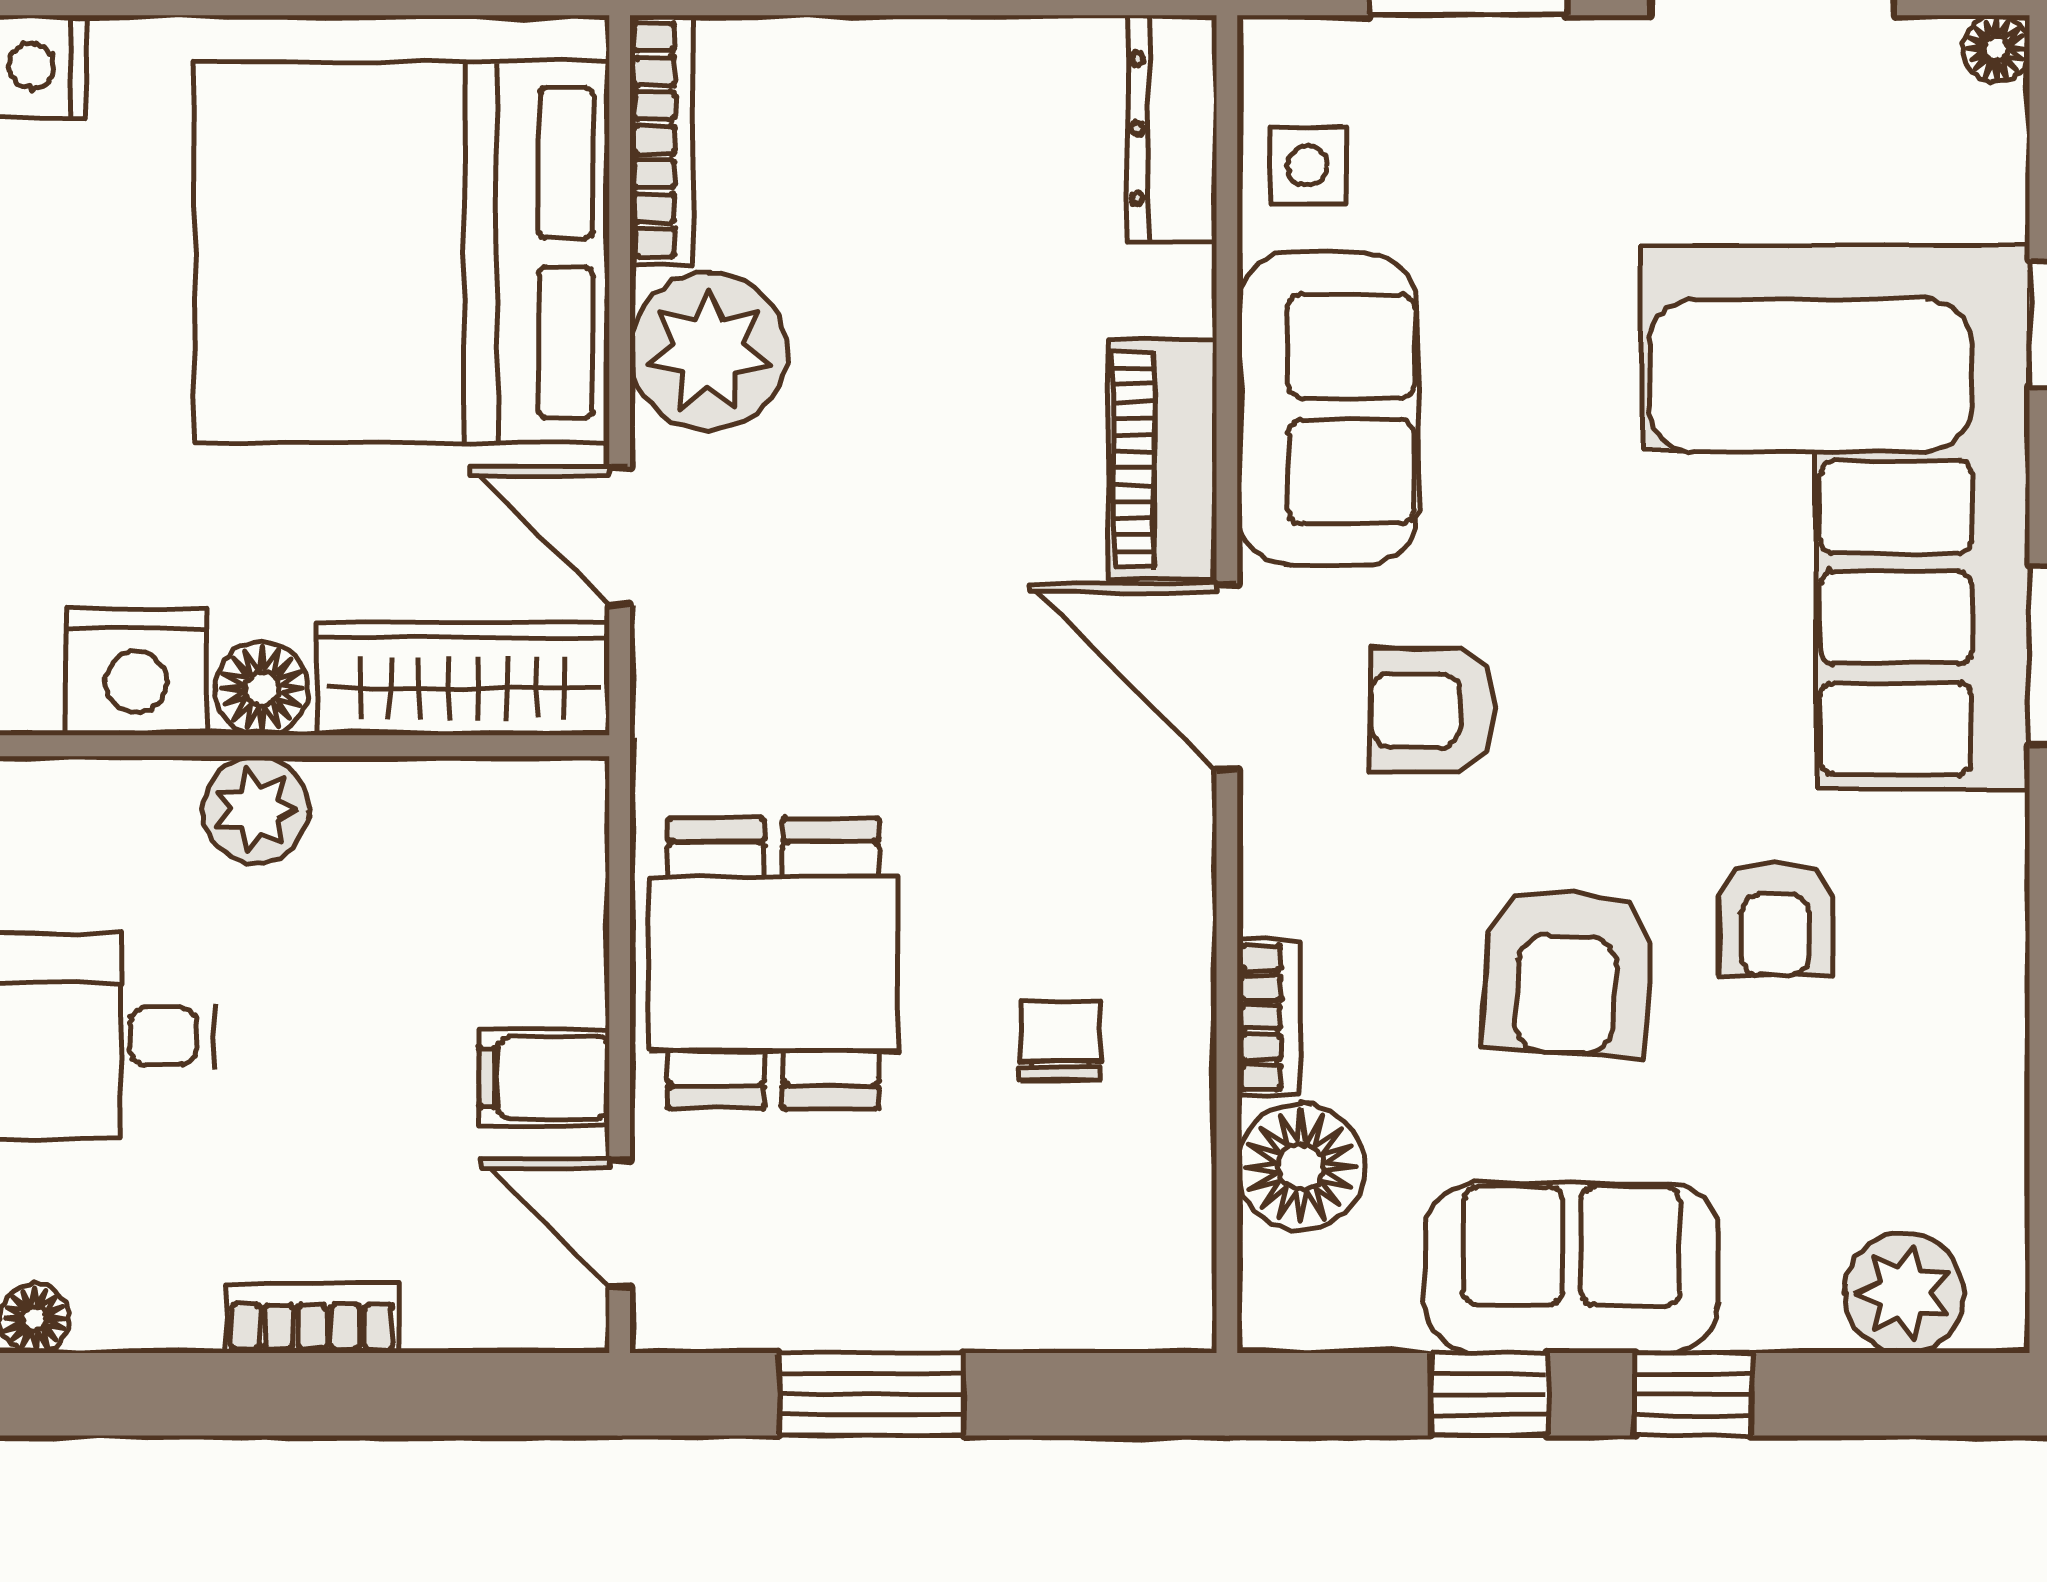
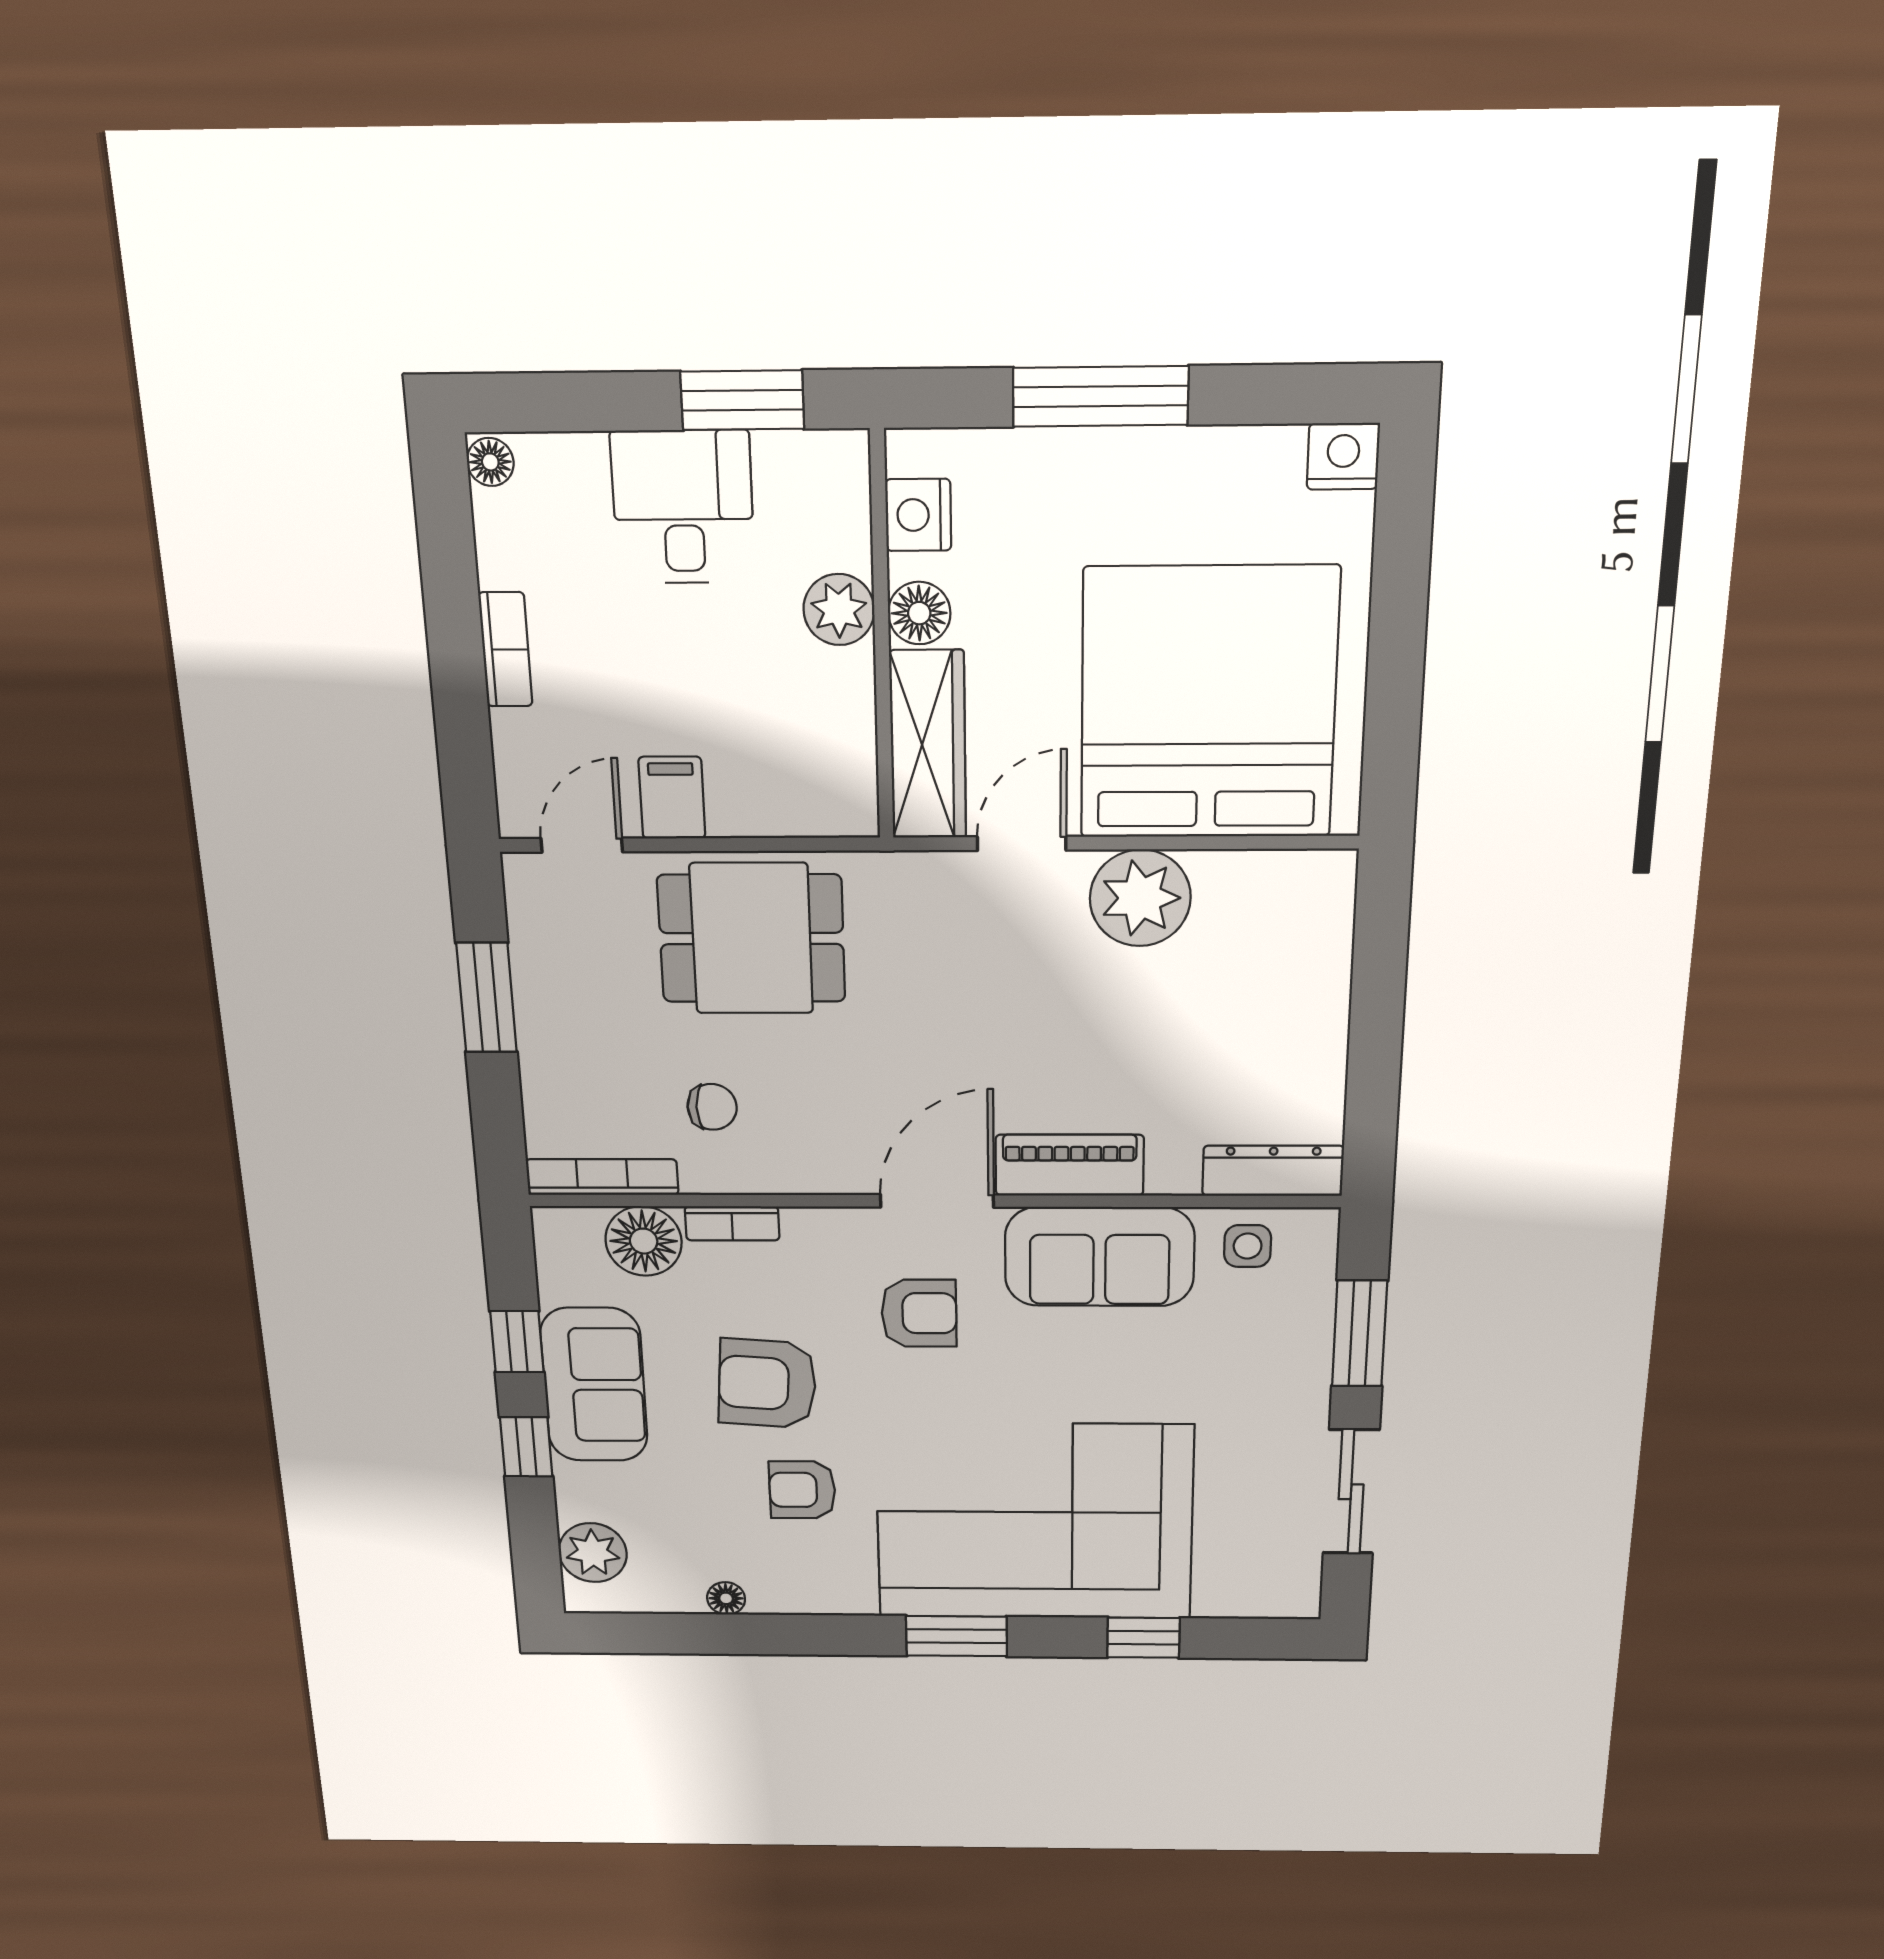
floor lamp: (1996, 49) -> (726, 1598), moved
bookcase: (662, 140) -> (602, 1177), moved, turned 180
nightstand: (136, 672) -> (918, 515), width x0.74, depth x0.75
armchair: (1433, 710) -> (919, 1313), turned 90

